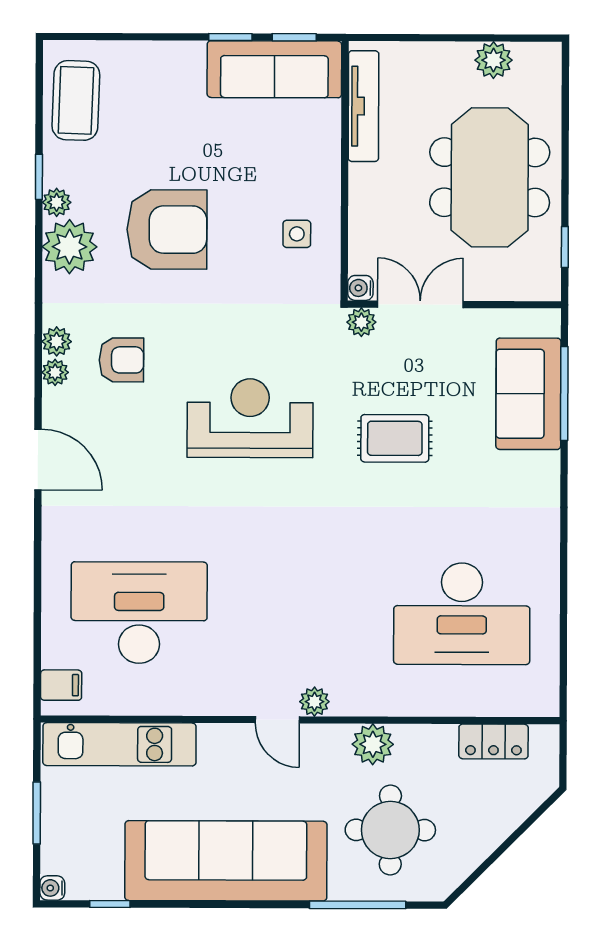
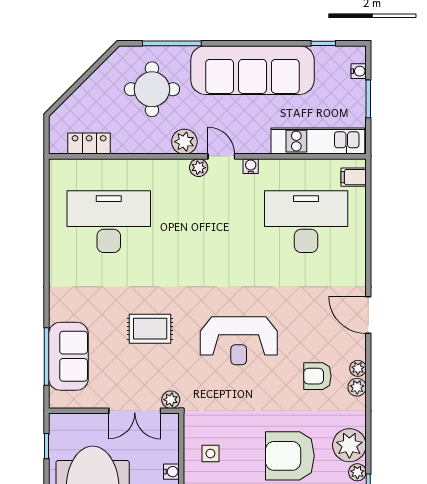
water cooler: (360, 288) -> (171, 472), moved
desk: (139, 613) -> (306, 222), turned 180
water cooler: (229, 704) -> (251, 166), added
plant: (373, 744) -> (184, 142), moved
water cooler: (52, 888) -> (359, 71), moved

